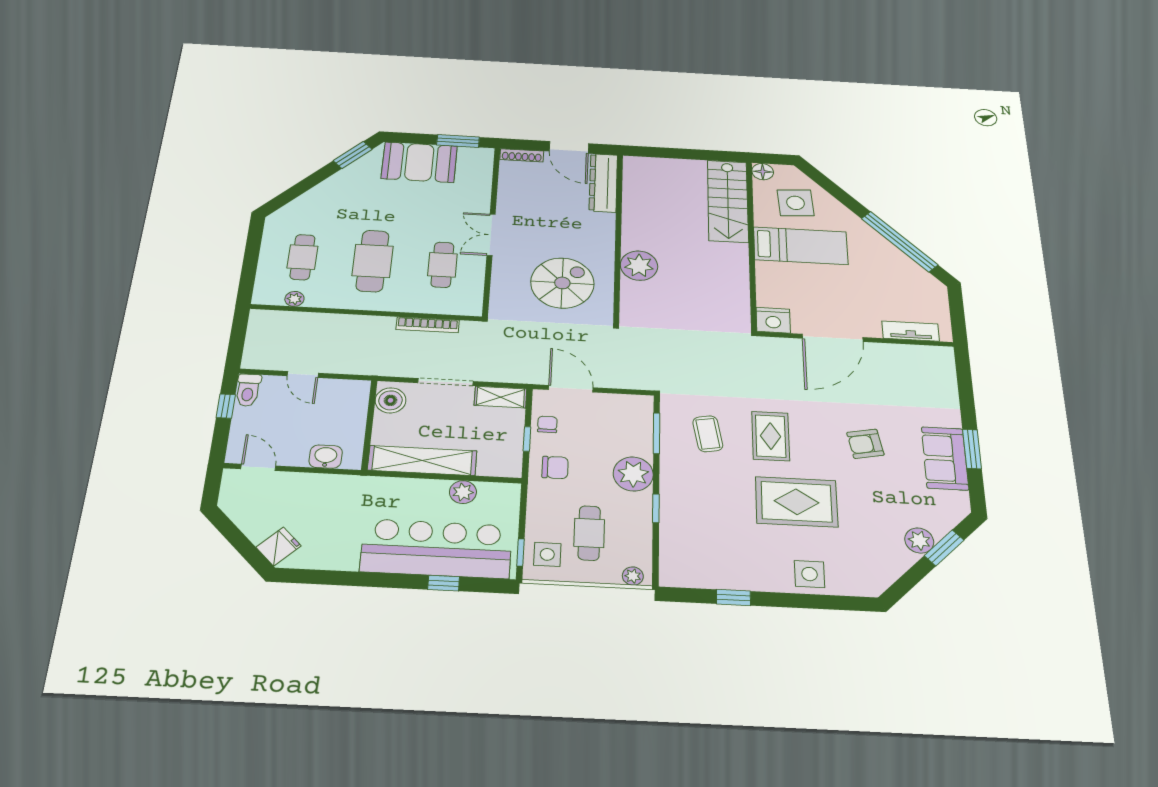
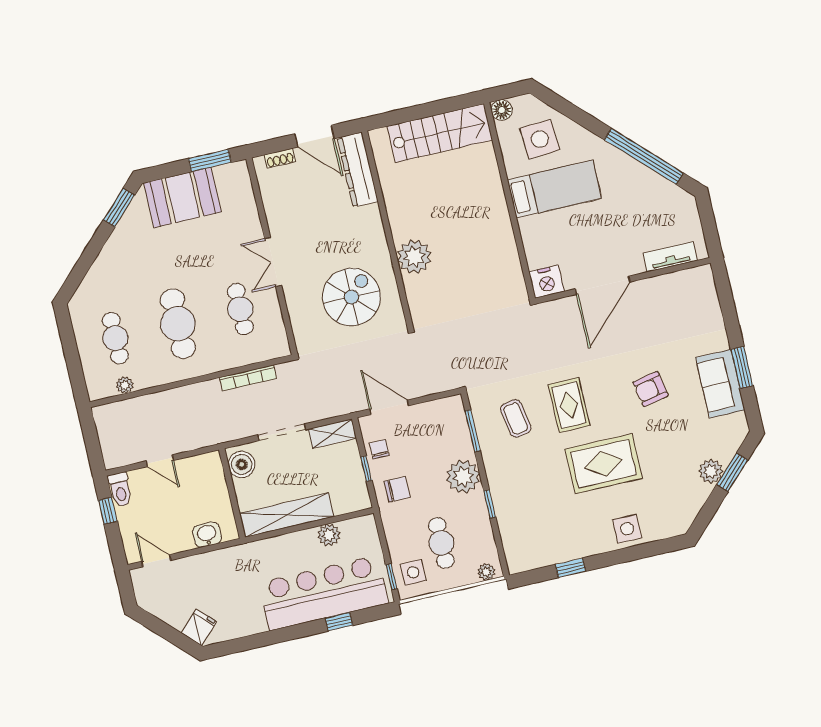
shoe rack: (522, 155) -> (280, 158), width x0.70
stairs: (728, 201) -> (440, 133), moved, turned -90

